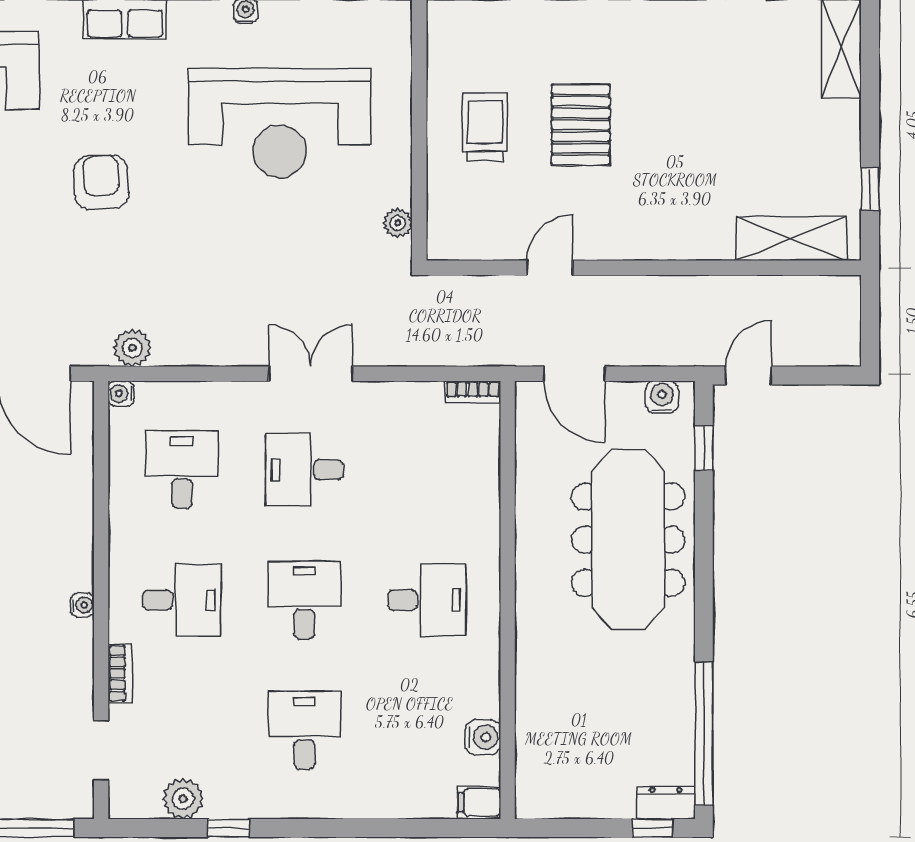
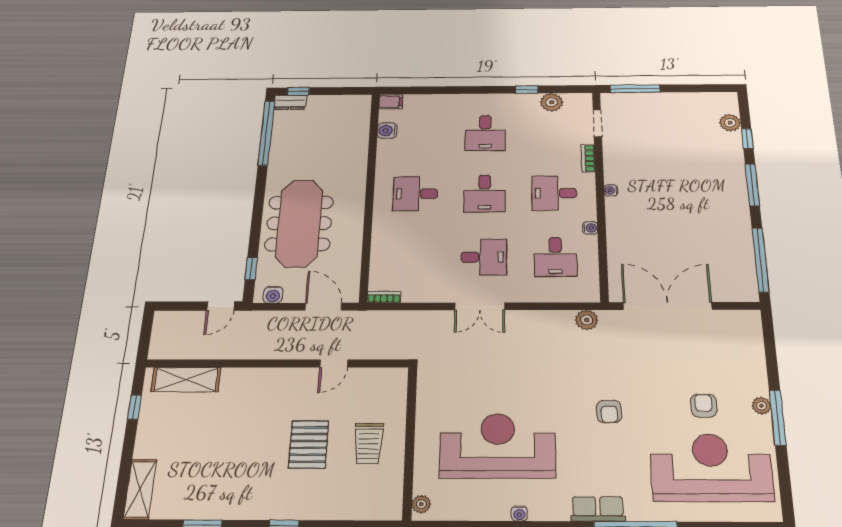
armchair: (101, 182) -> (609, 412), width x0.72, depth x0.72
plant: (398, 223) -> (421, 504), moved
water cooler: (121, 394) -> (590, 228), moved

